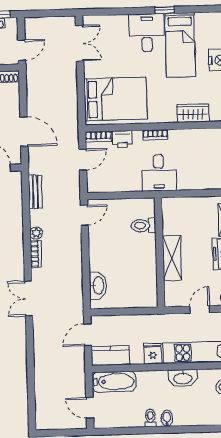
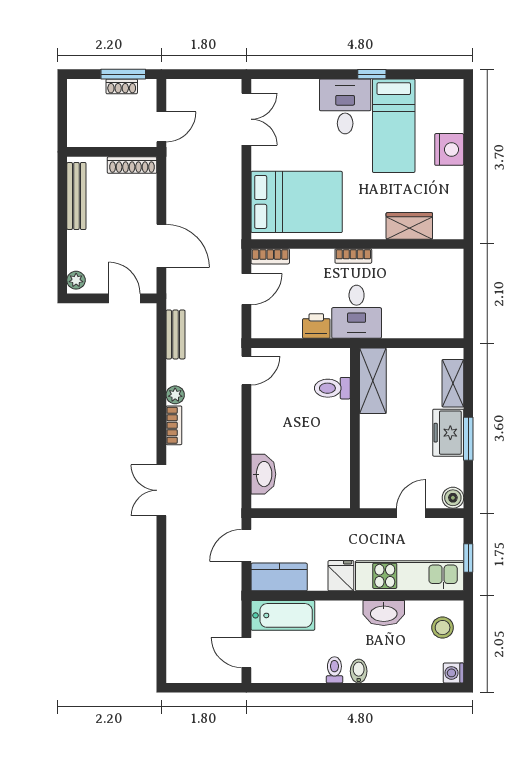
printer: (122, 139) -> (316, 326), moved, turned 180
shelving: (172, 258) -> (373, 381), moved

